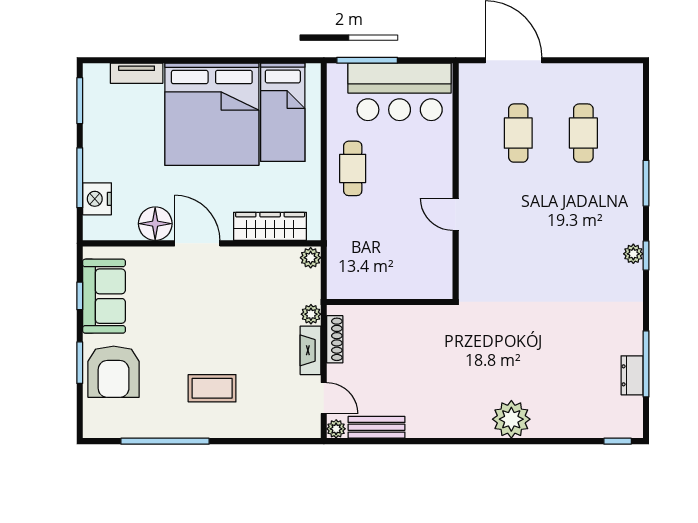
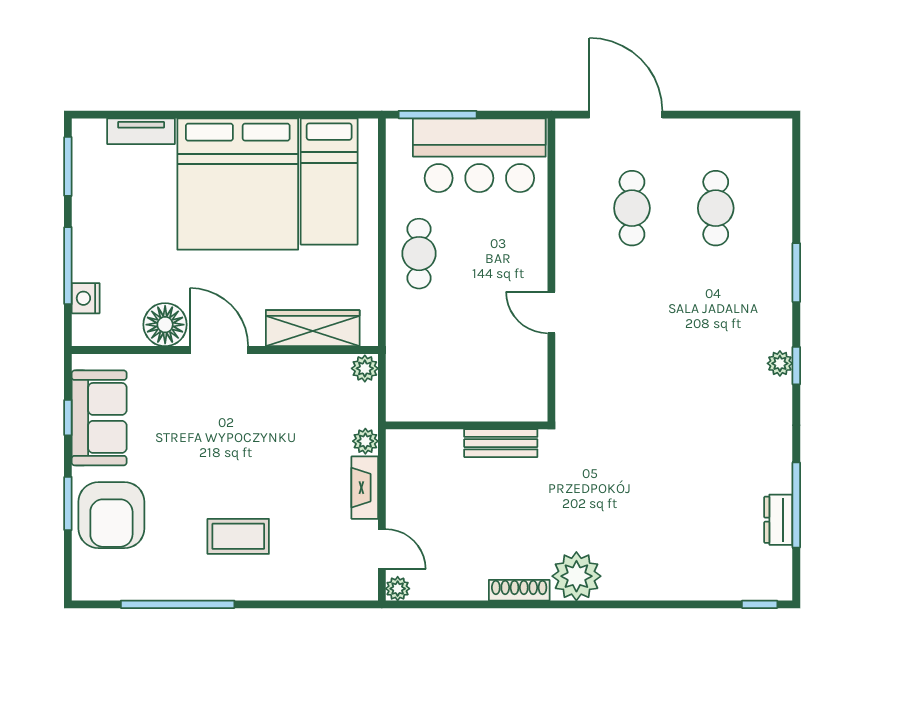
nightstand: (97, 199) -> (86, 298), width x0.74, depth x0.75
shoe rack: (335, 339) -> (519, 590), moved, turned -90
plant: (511, 419) -> (576, 576), moved
bench: (376, 427) -> (501, 443), moved

